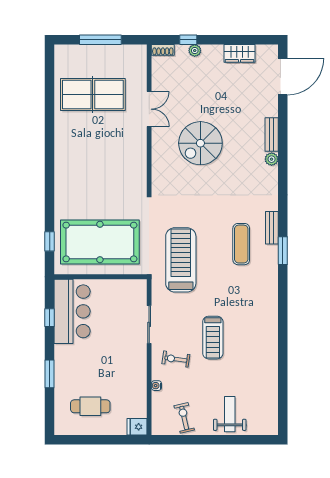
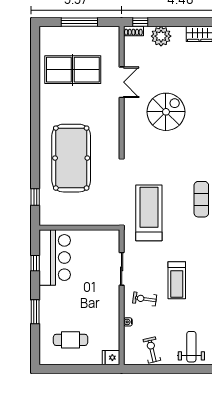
window: (188, 40) -> (140, 22), moved
plant: (195, 51) -> (161, 36), width x1.88, depth x1.88
spiral stairs: (200, 143) -> (166, 112), turned 180
pool table: (100, 242) -> (71, 158), moved, turned 90

